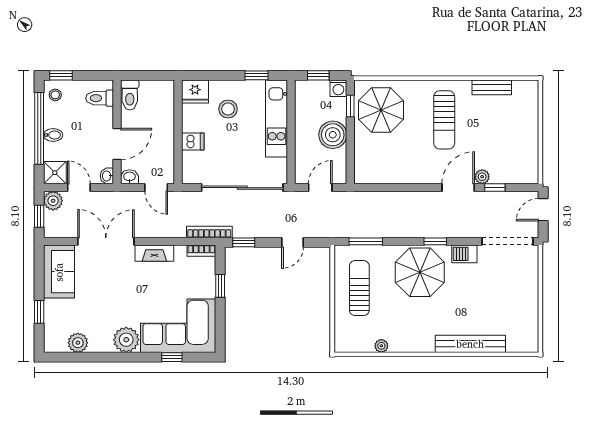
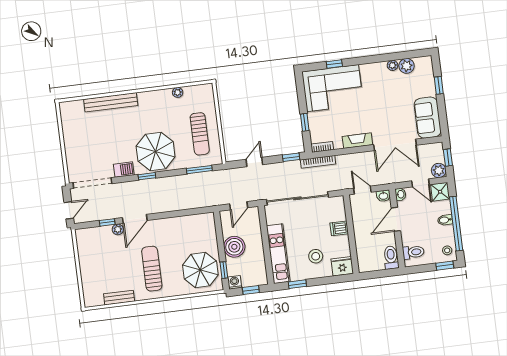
plant: (126, 340) -> (392, 65), moved, width x0.53, depth x0.53

